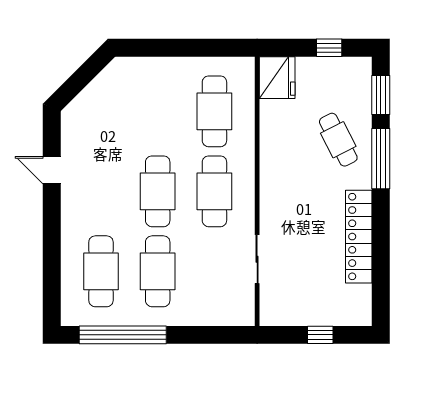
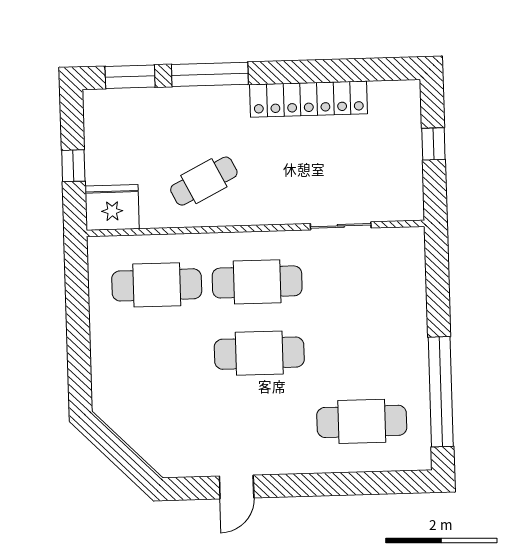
window: (329, 48) -> (73, 166), moved
cafe table: (338, 140) -> (204, 181), moved
cafe table: (158, 271) -> (360, 350), removed

